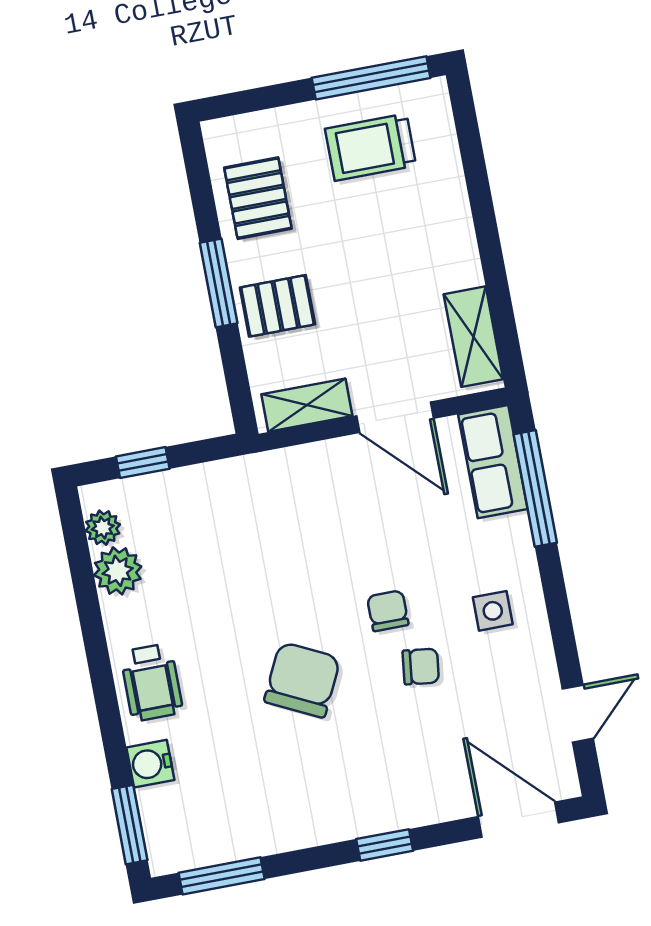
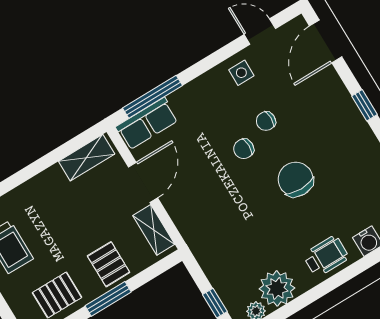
plant: (118, 571) -> (277, 288), width x1.36, depth x1.36
side table: (493, 611) -> (241, 73), moved
chair: (421, 666) -> (266, 121), turned -97
chair: (302, 680) -> (296, 179), turned 64

